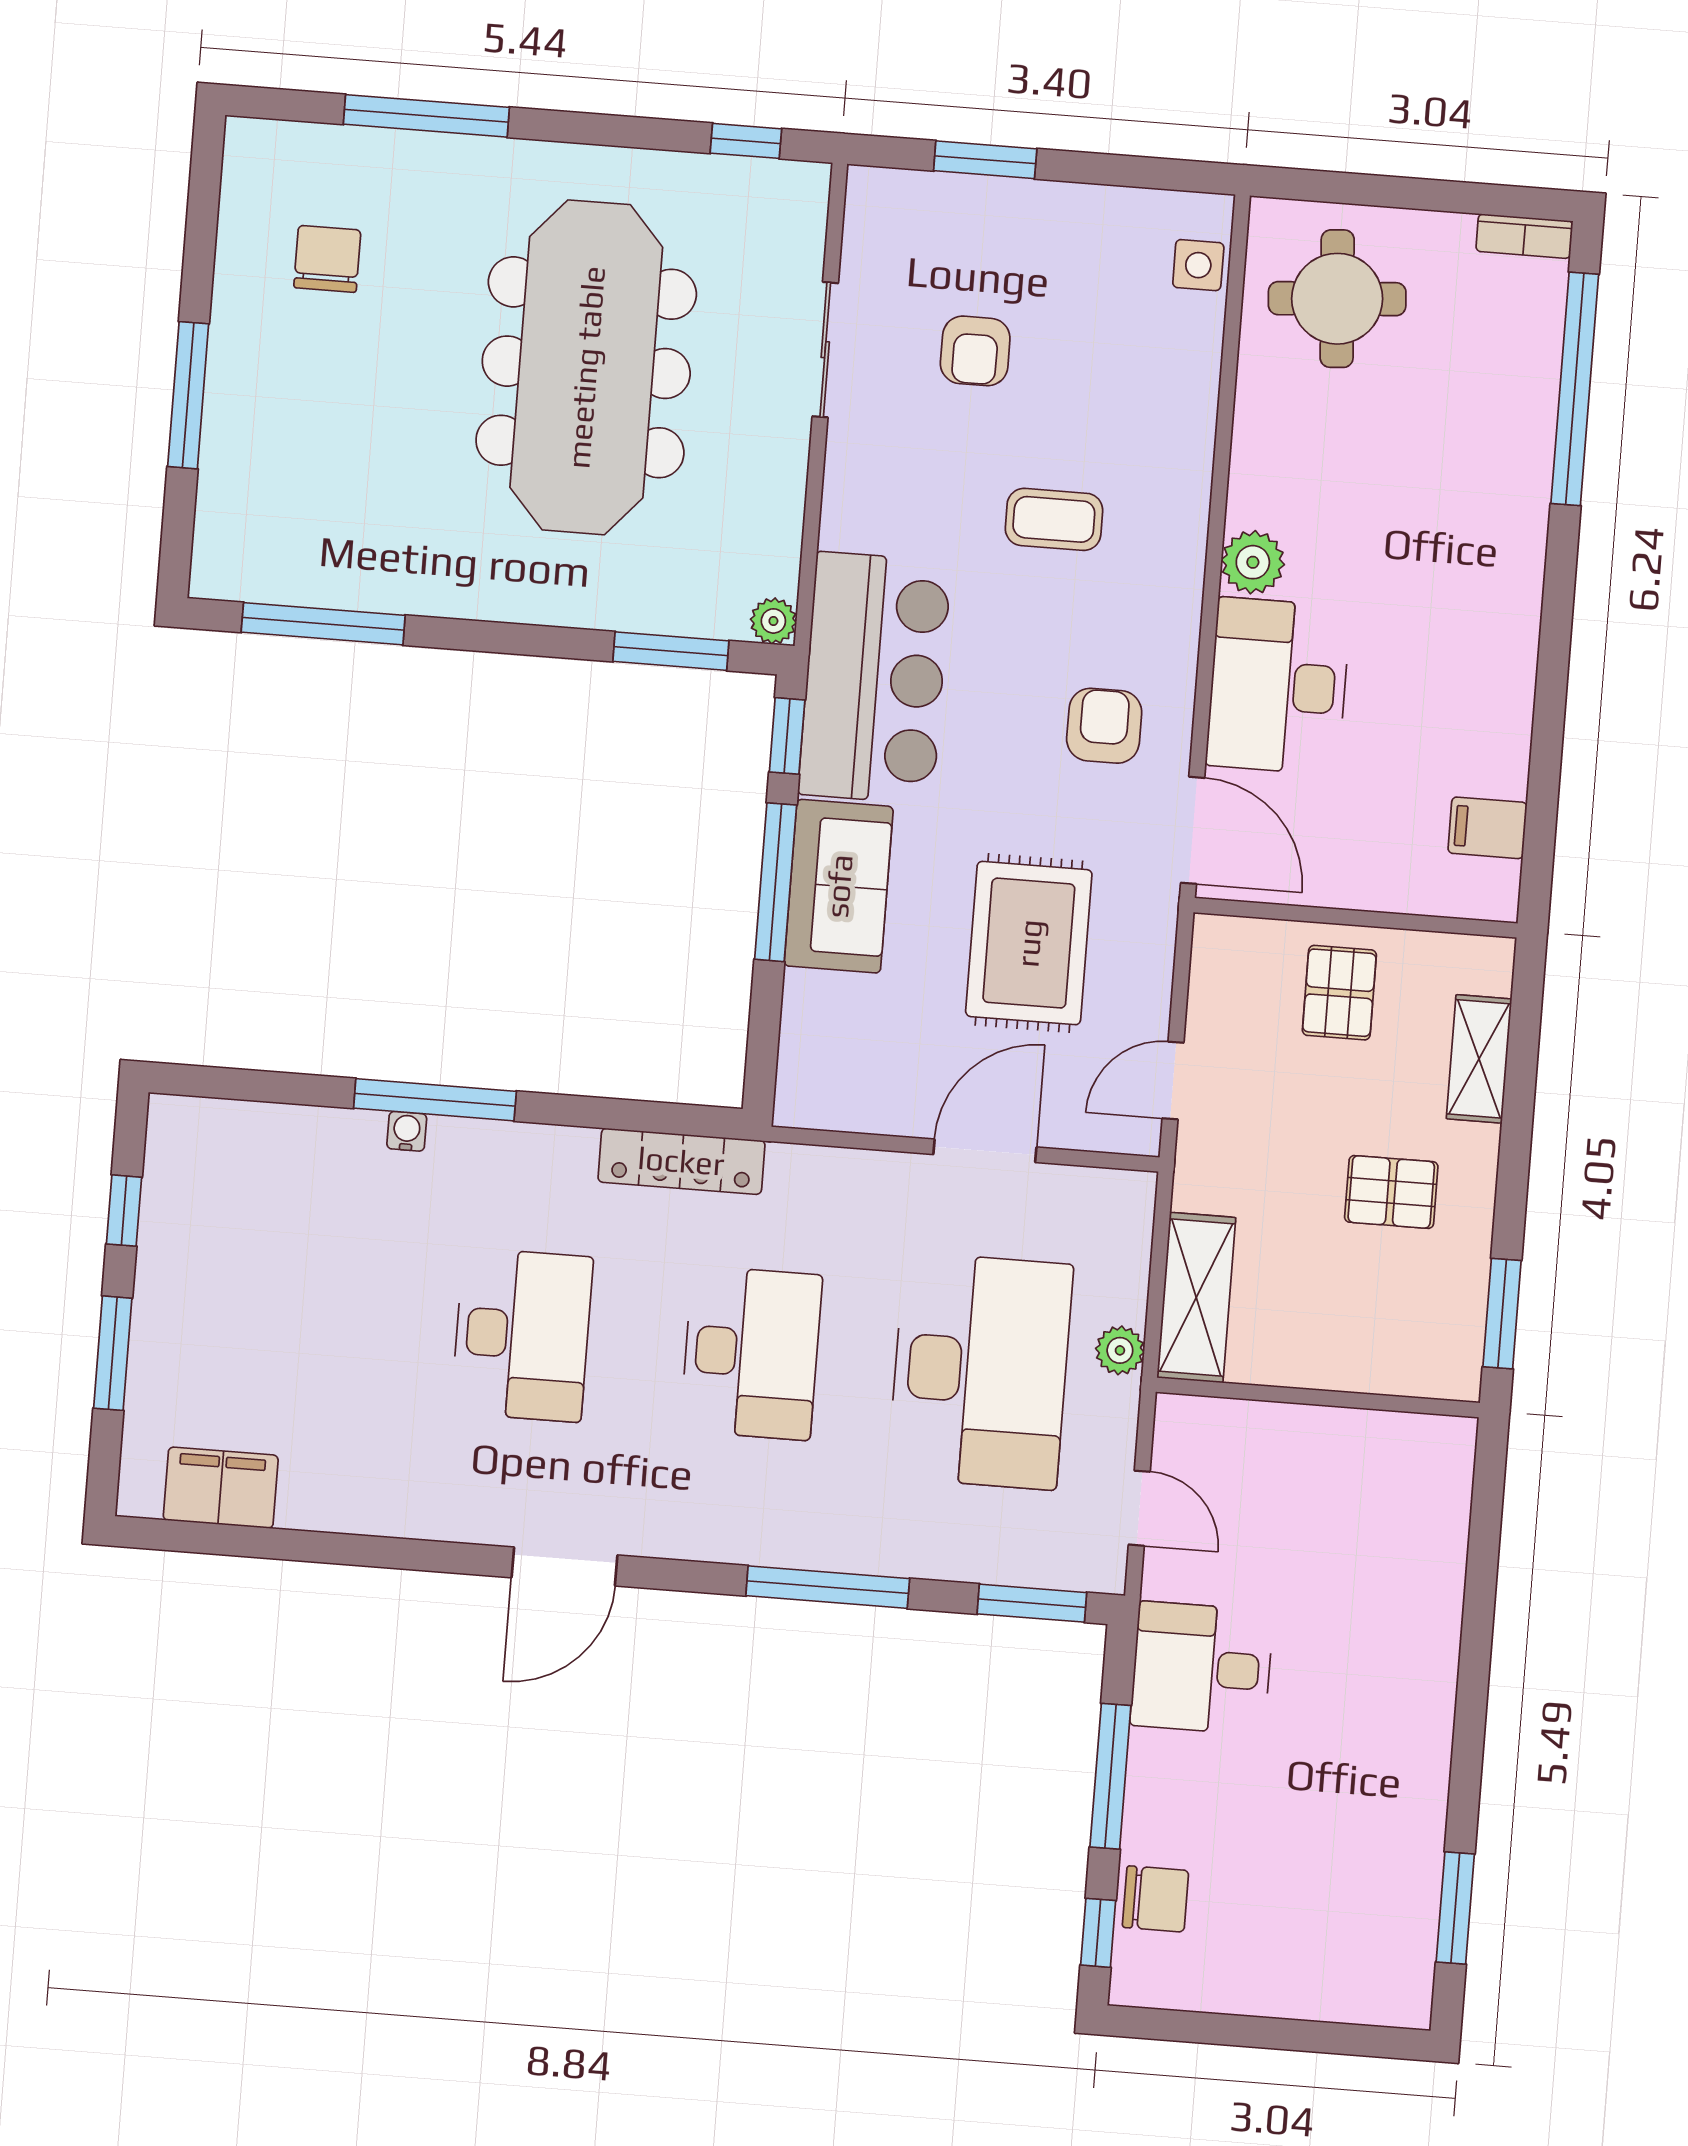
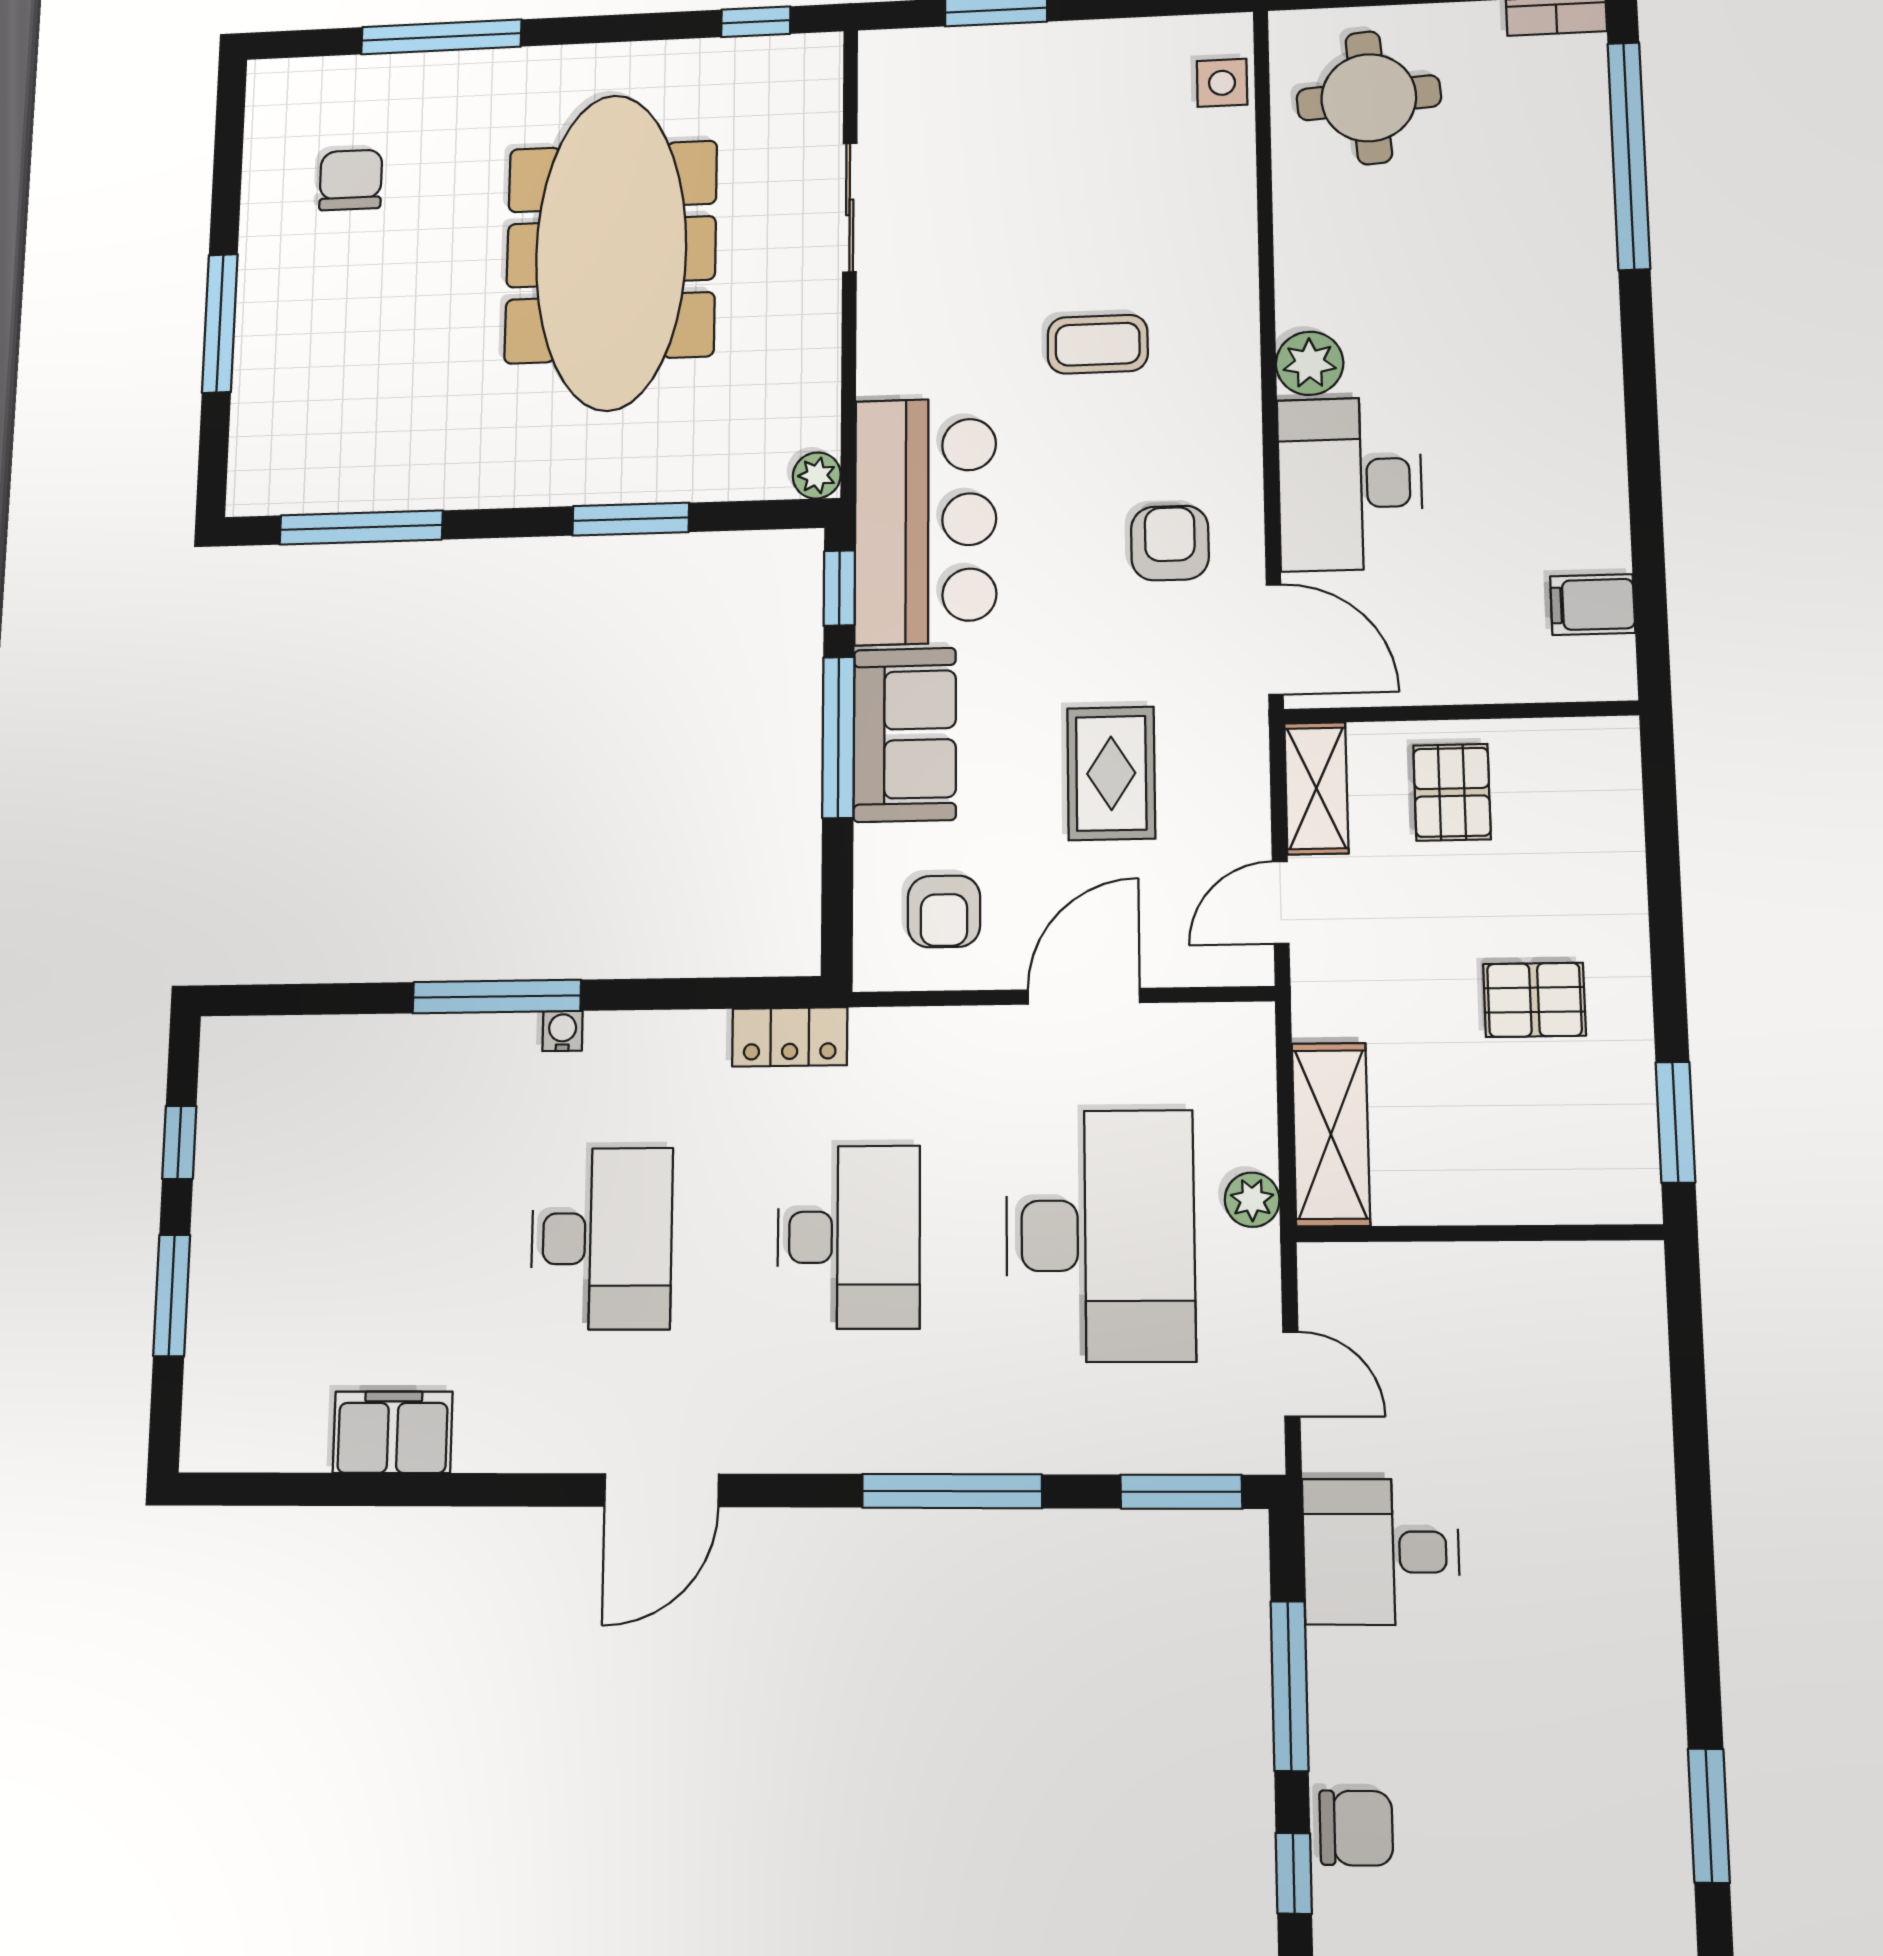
armchair: (975, 351) -> (944, 911), moved
window: (671, 651) -> (631, 519), moved
rug: (1029, 943) -> (1111, 773), width x0.73, depth x0.70
shelving: (1479, 1059) -> (1316, 788), moved
water cooler: (407, 1131) -> (563, 1031), moved
locker: (681, 1161) -> (790, 1037), width x0.66
filing cabinet: (221, 1488) -> (393, 1432), moved

